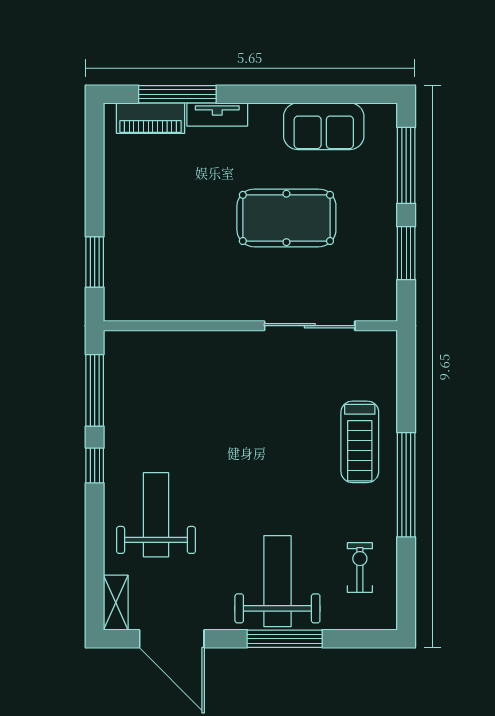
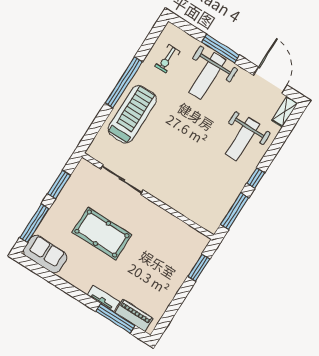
sofa: (324, 126) -> (45, 254), moved
treadmill: (360, 442) -> (132, 114), width x1.37, depth x1.38

